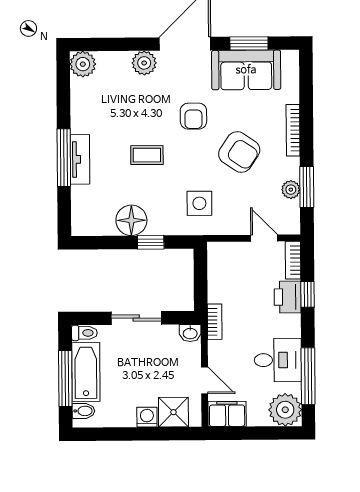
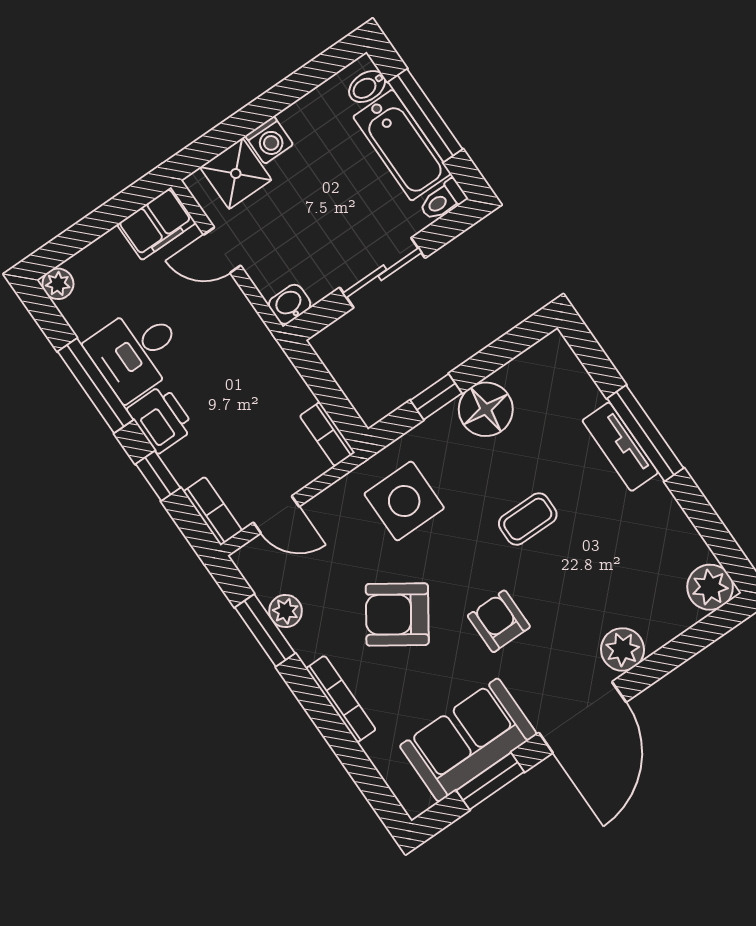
side table: (199, 203) -> (404, 501), width x1.37, depth x1.37
printer: (288, 297) -> (161, 419), moved
bookcase: (215, 322) -> (327, 434), moved
window: (308, 376) -> (96, 386), moved
plant: (285, 410) -> (58, 284), width x0.53, depth x0.53

